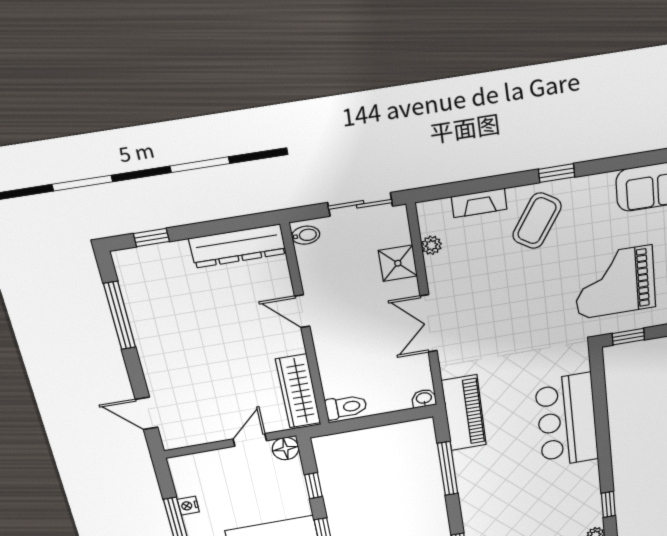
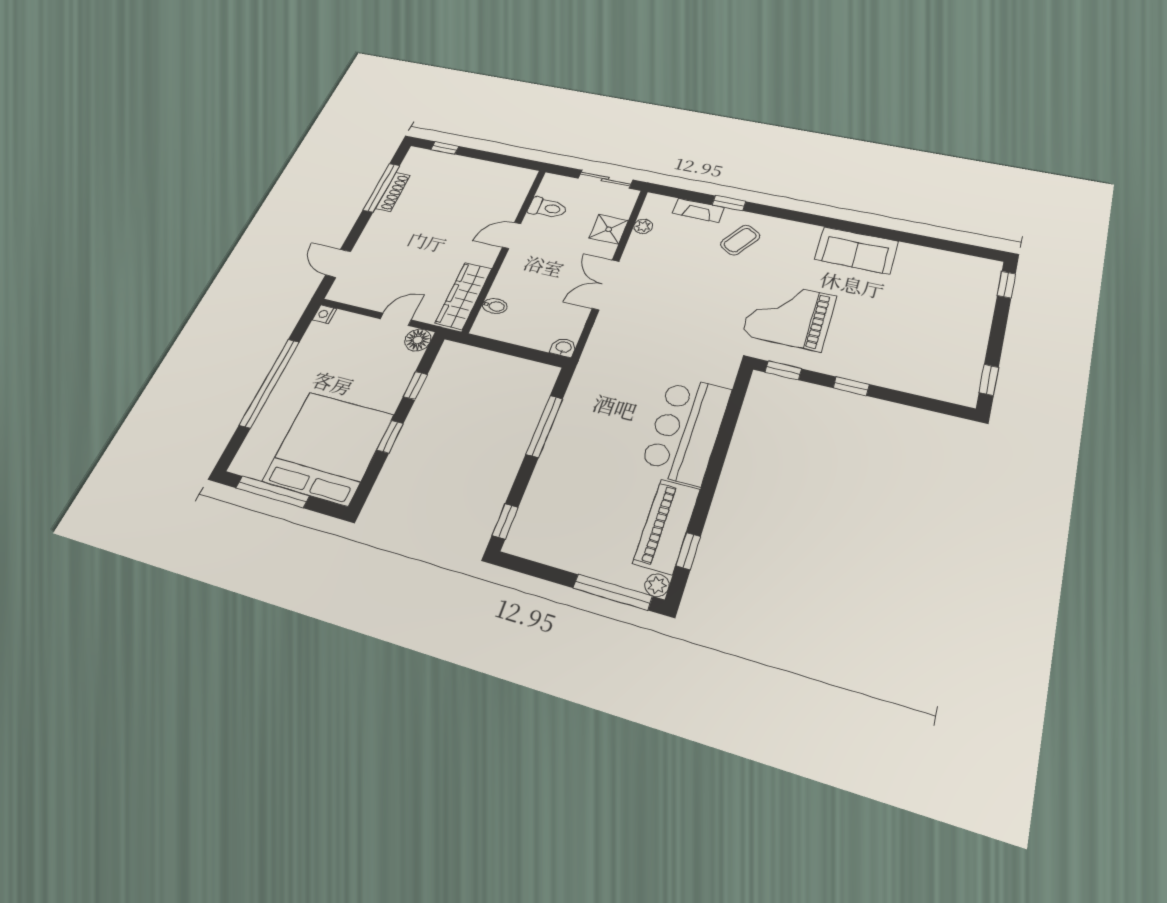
window: (557, 173) -> (729, 203), moved
coffee table: (537, 221) -> (740, 240), width x0.73, depth x0.77
bidet: (306, 235) -> (495, 306), moved
dresser: (238, 246) -> (498, 174), removed
door: (302, 311) -> (512, 235), hinge flipped
shoe rack: (137, 315) -> (393, 192), added
toilet: (346, 407) -> (548, 208), moved
piano: (464, 413) -> (667, 526), moved, turned 180
nightstand: (188, 506) -> (324, 314), moved

